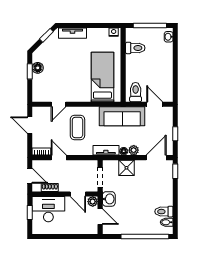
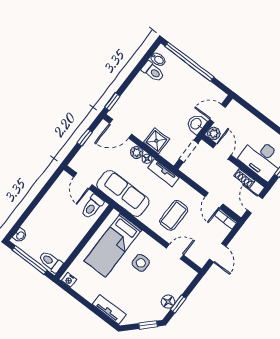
window: (46, 35) -> (148, 325), moved
toilet: (135, 48) -> (51, 262), moved
side table: (75, 80) -> (141, 263), added
door: (100, 217) -> (218, 113), hinge flipped

